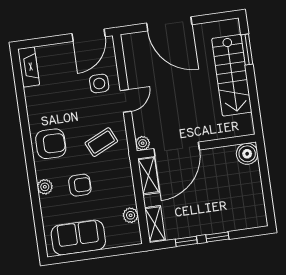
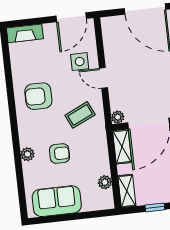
fireplace: (29, 67) -> (25, 33), moved, turned 90
door: (126, 101) -> (103, 78), swing flipped
armchair: (51, 144) -> (38, 96), moved, turned 180

